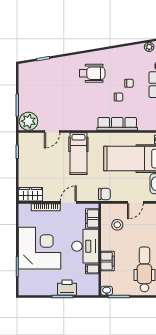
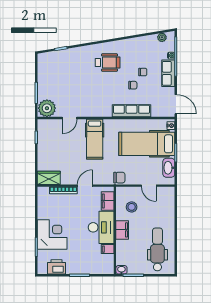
door: (135, 202) -> (149, 186), hinge flipped
corner desk: (39, 248) -> (52, 234), width x0.74, depth x0.74
filing cabinet: (107, 261) -> (122, 230), moved
printer: (67, 288) -> (56, 267), moved

